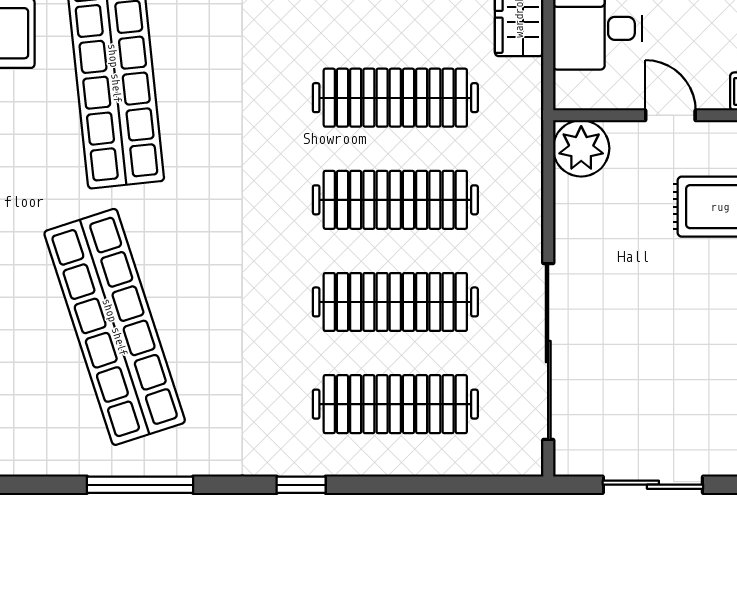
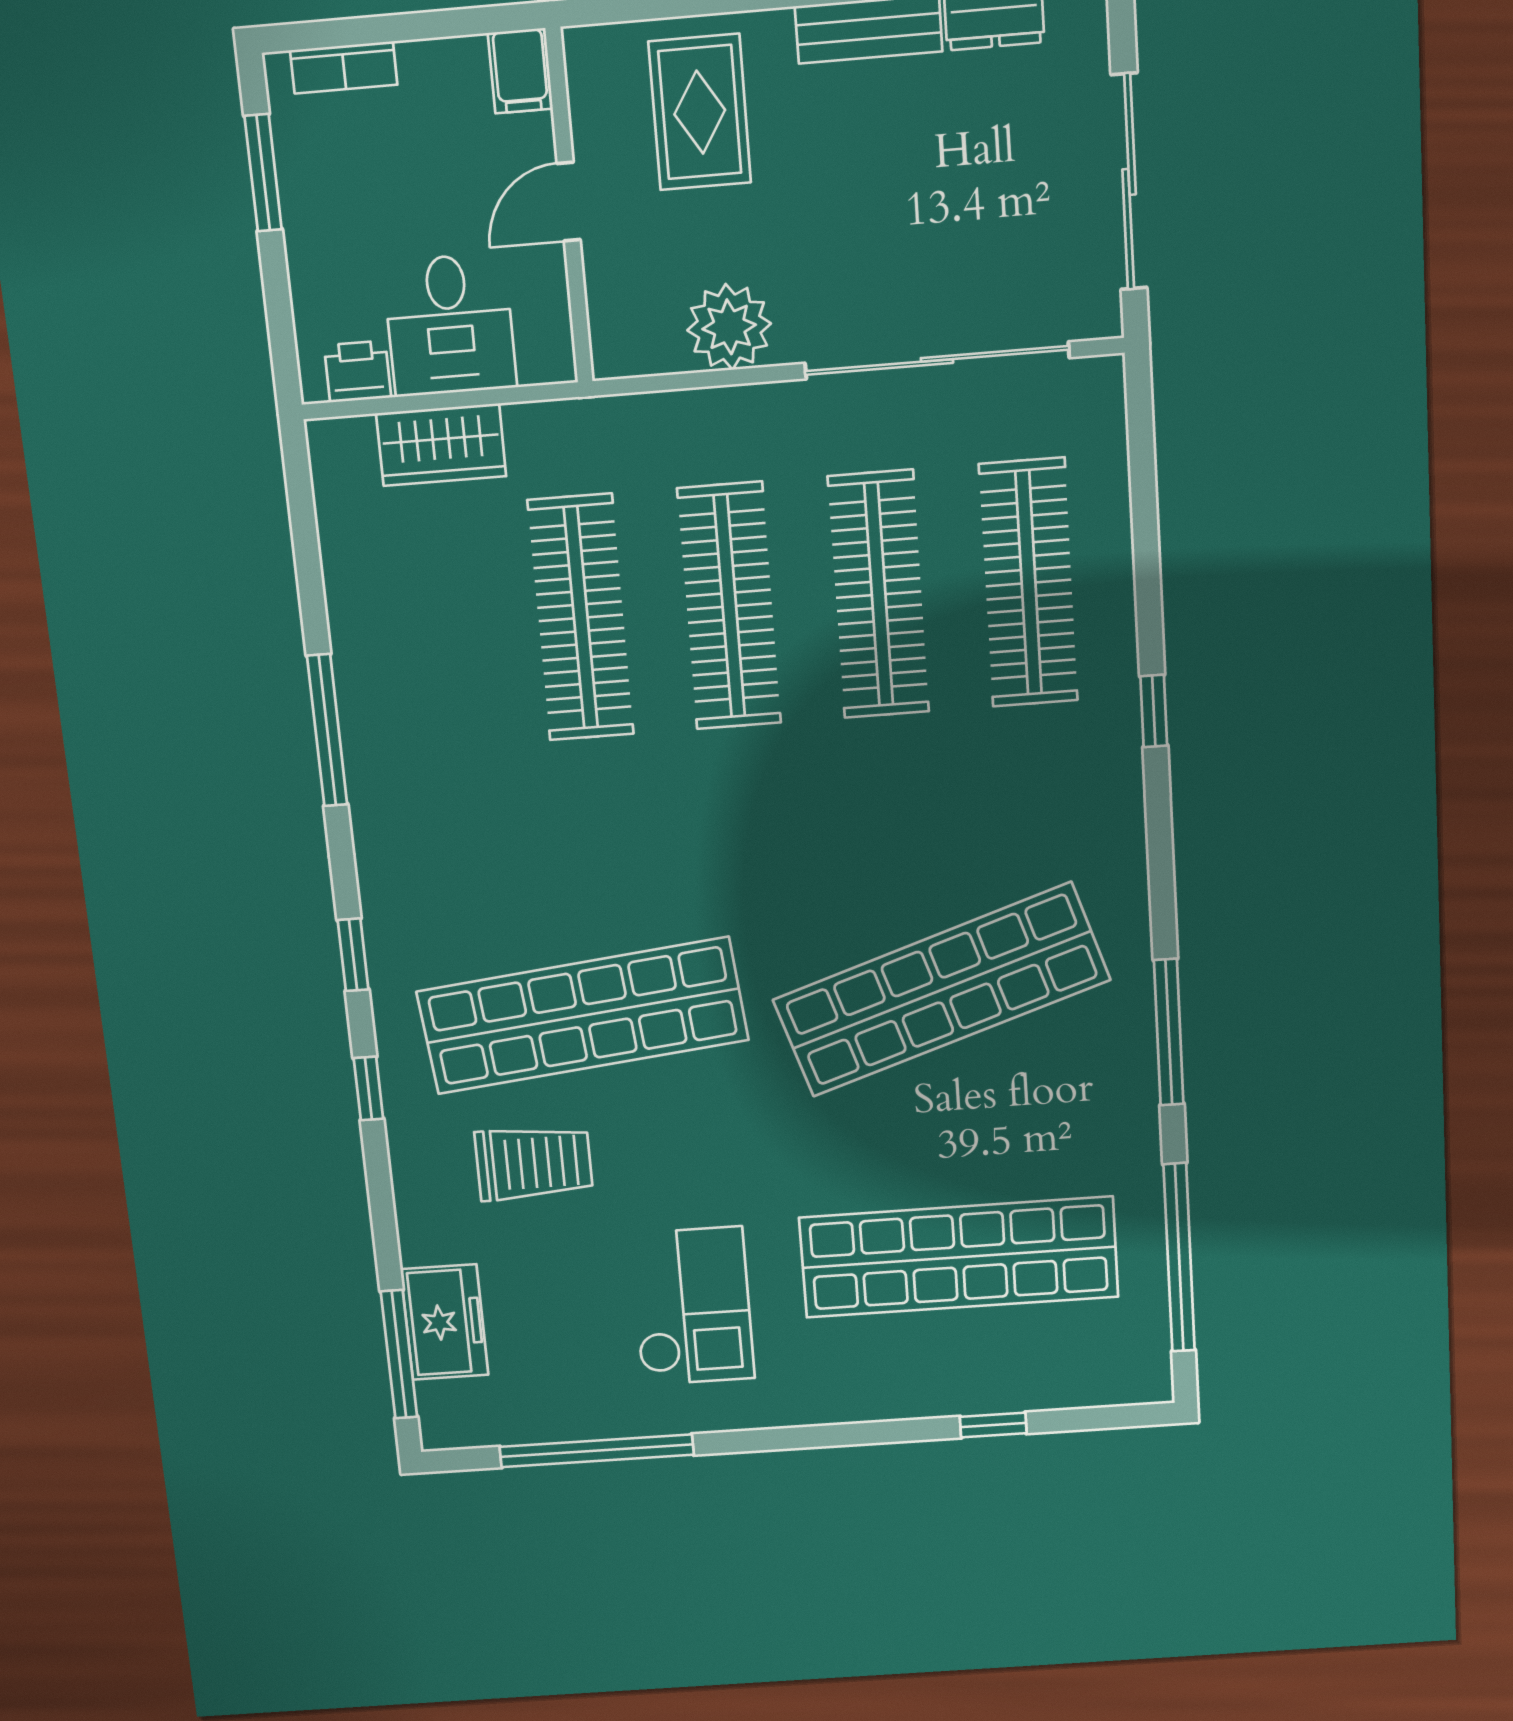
plant: (581, 148) -> (729, 327), moved
window: (140, 485) -> (1169, 1032), moved
sliding door: (653, 485) -> (1129, 182), width x1.37

